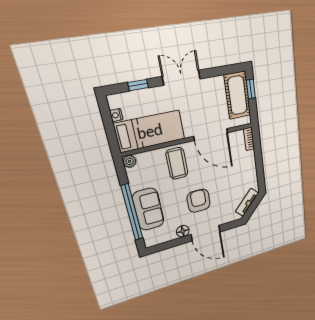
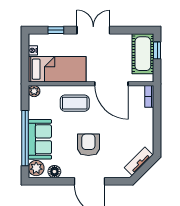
coffee table: (177, 163) -> (75, 103), turned 90
floor lamp: (183, 231) -> (54, 172), moved
plant: (151, 237) -> (36, 168), added

